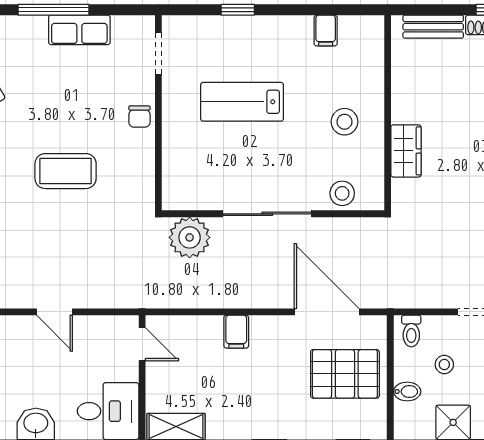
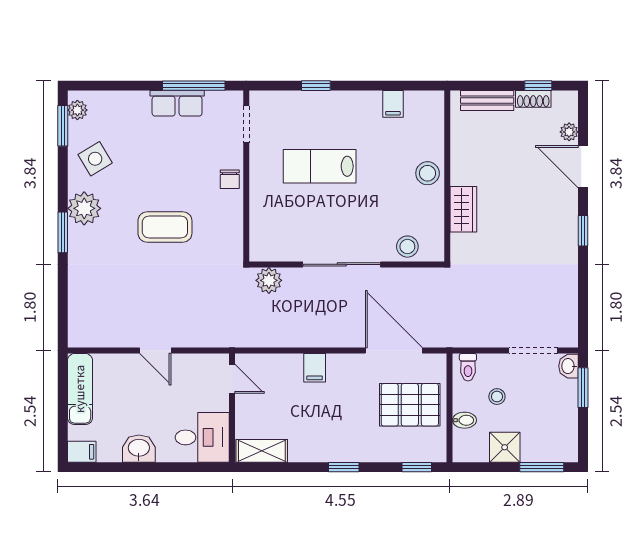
window: (54, 10) -> (194, 86), moved
stool: (344, 122) -> (428, 173), moved
plant: (190, 237) -> (269, 280), width x0.73, depth x0.73

